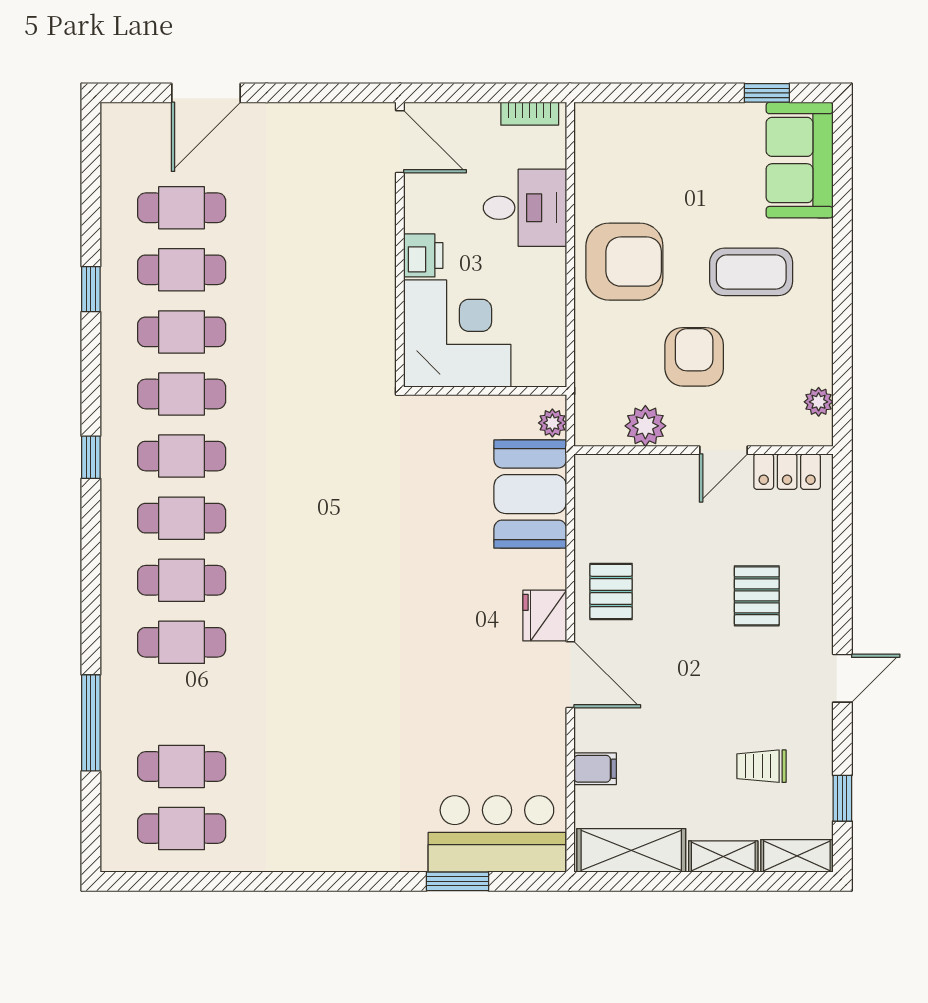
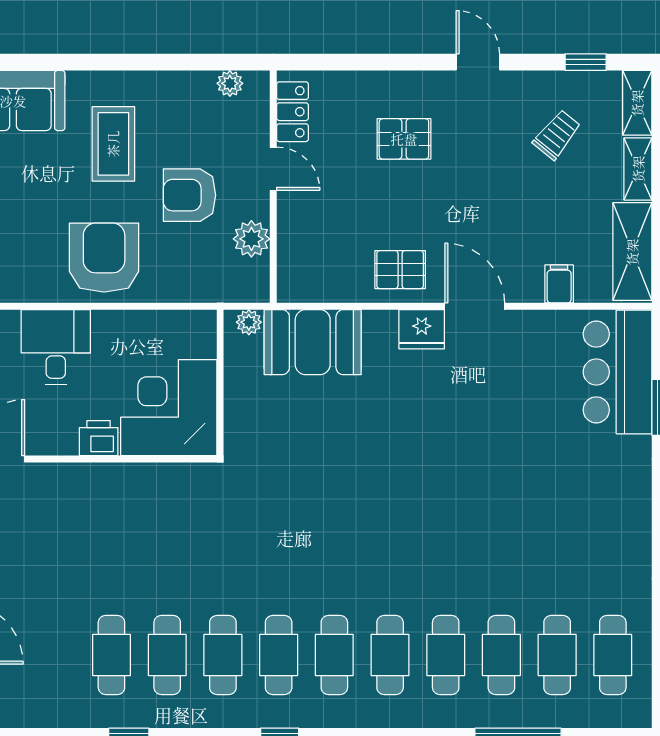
cafe table: (182, 208) -> (501, 655), moved
door: (570, 675) -> (475, 306), hinge flipped
trolley: (761, 766) -> (557, 135), turned -141

